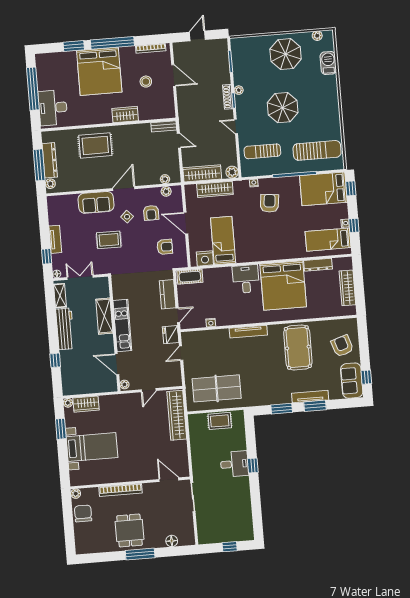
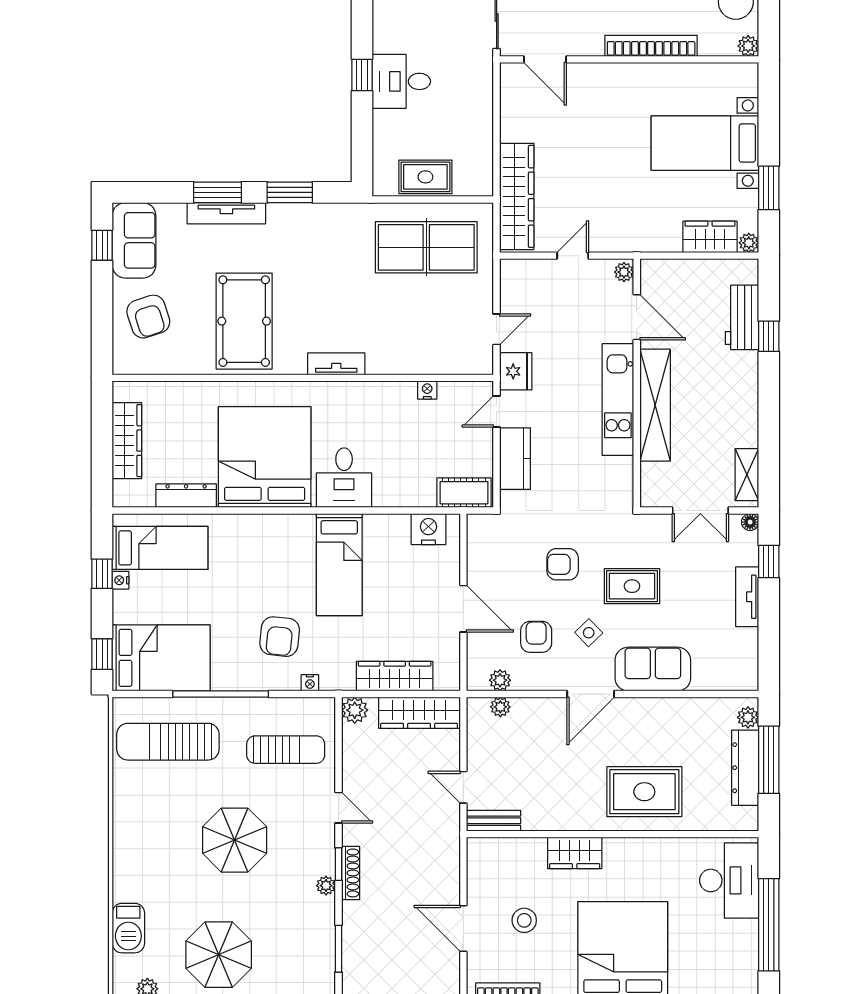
bed: (223, 240) -> (339, 565), moved
armchair: (165, 247) -> (563, 564), moved
shelving: (104, 316) -> (655, 405), width x1.47
workbench: (65, 329) -> (742, 317), moved, width x0.73
tv unit: (248, 332) -> (336, 364), width x0.71

